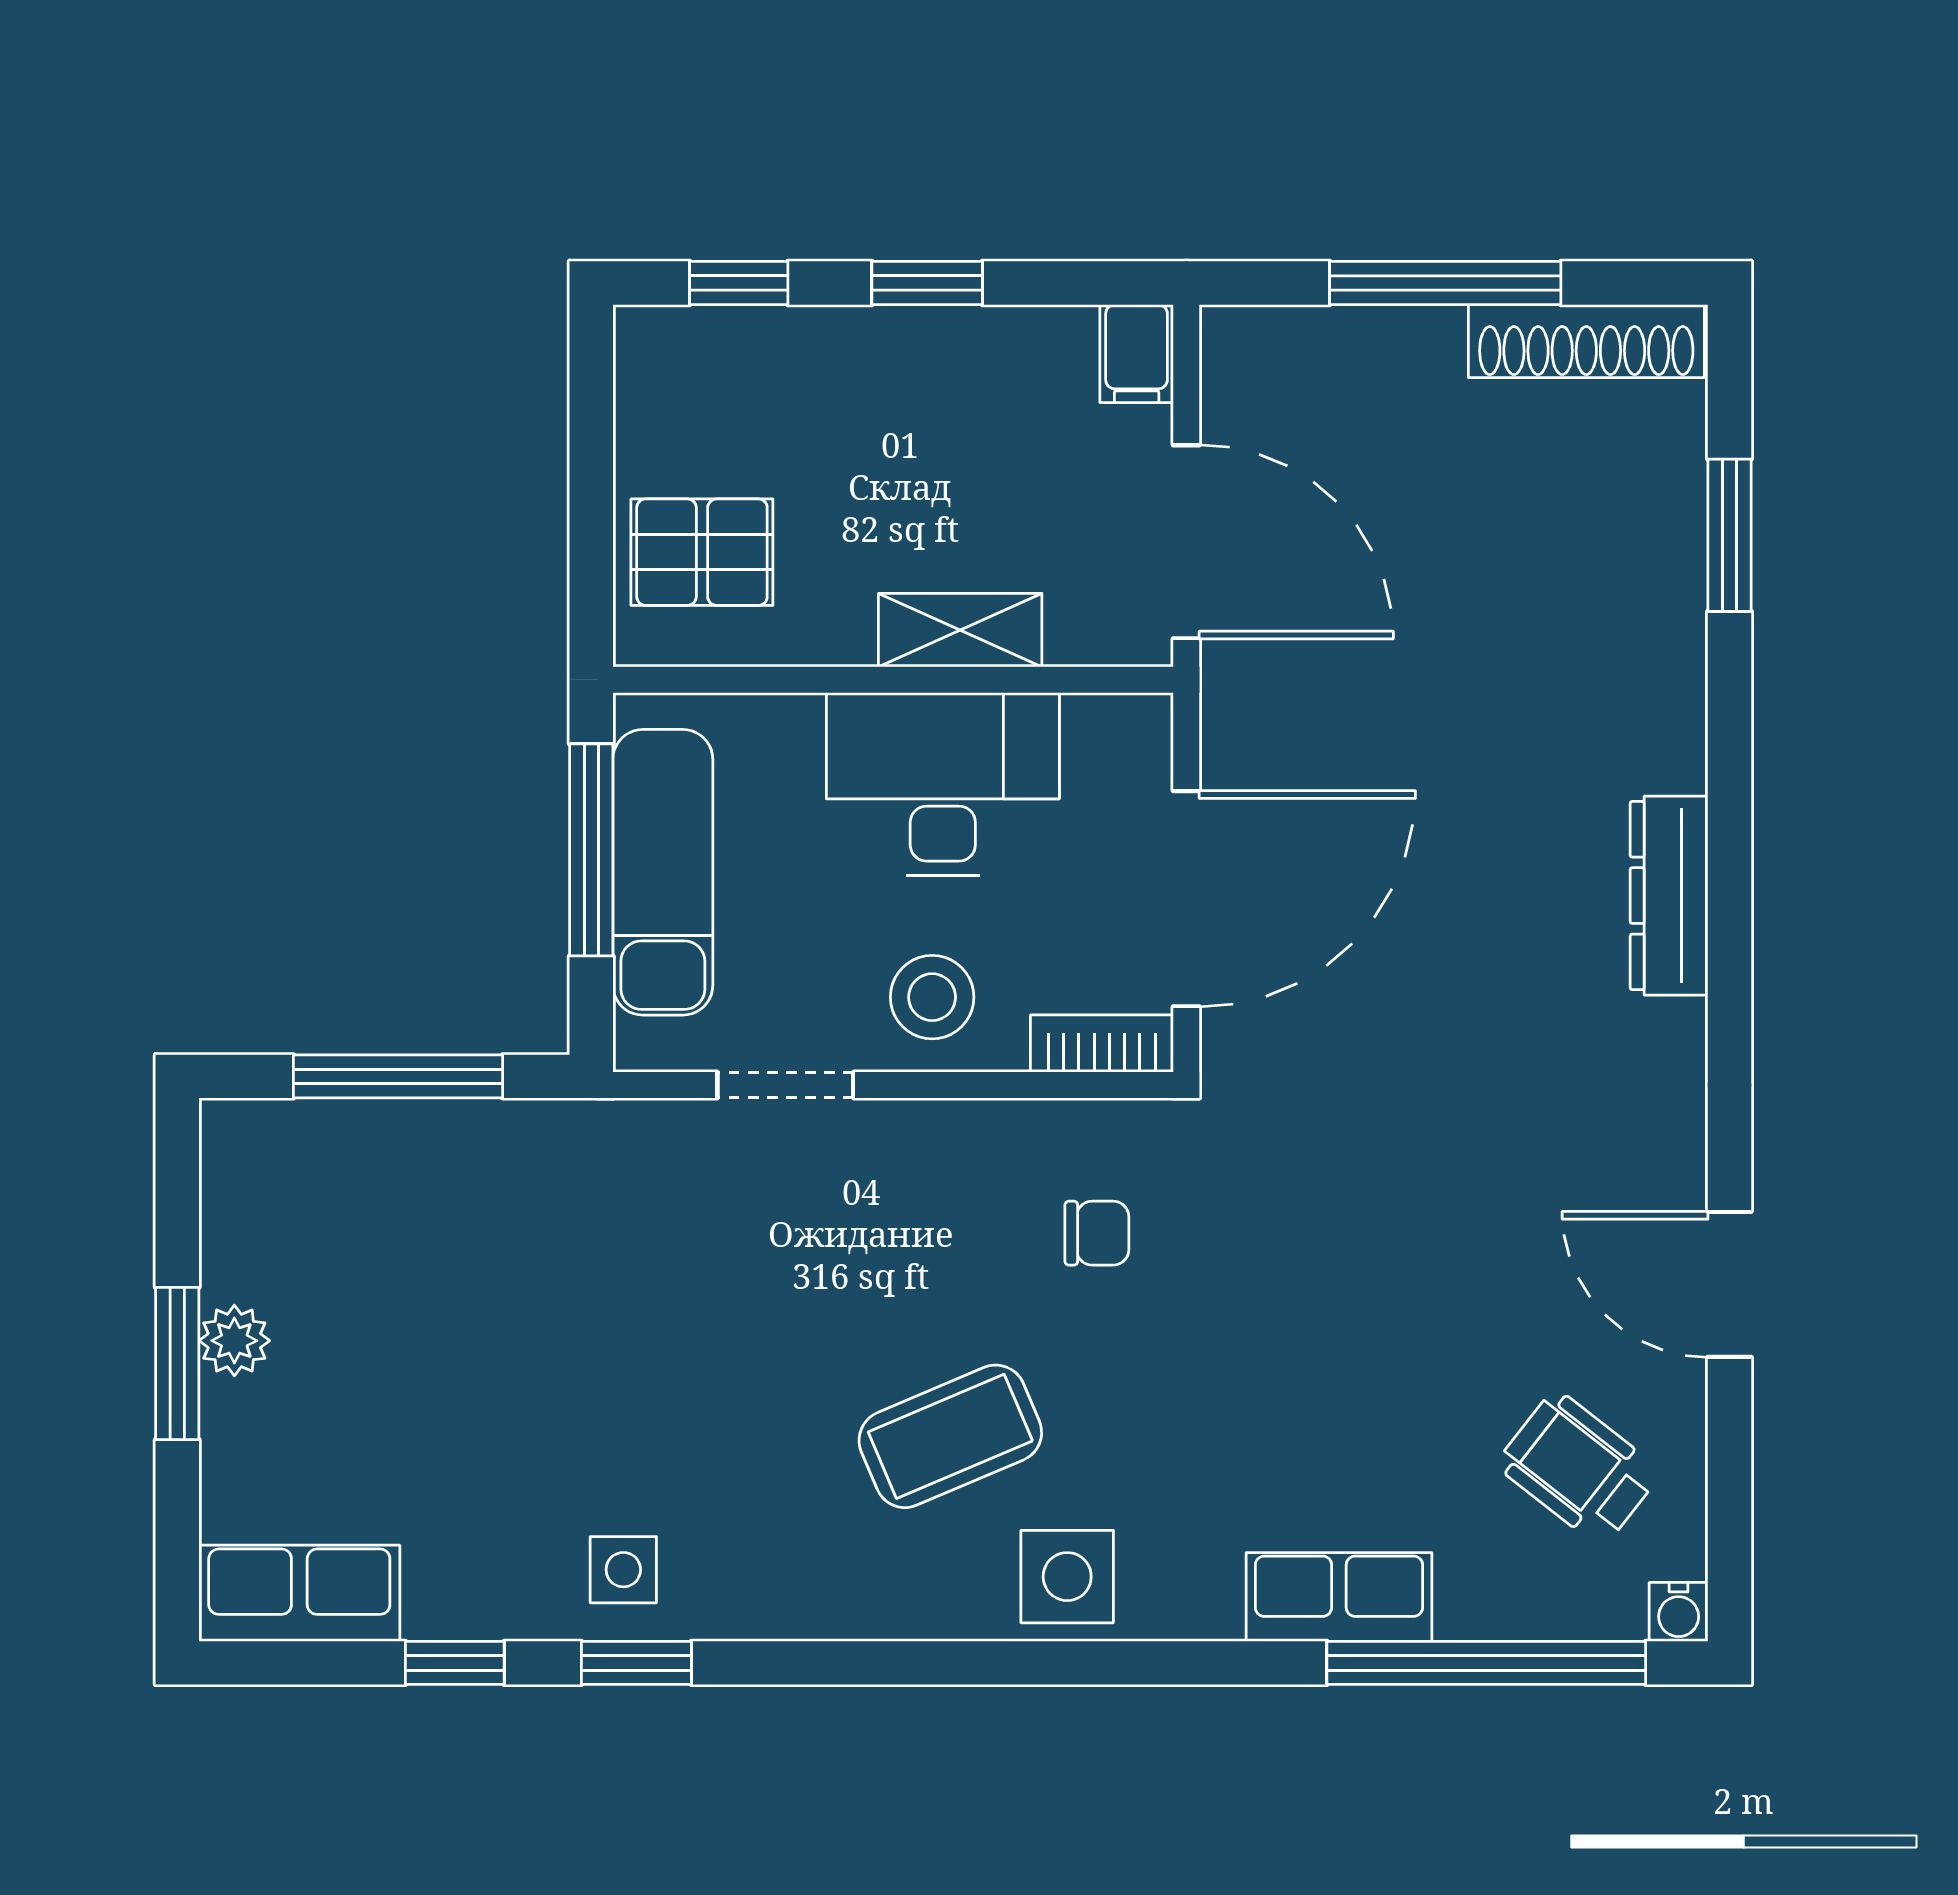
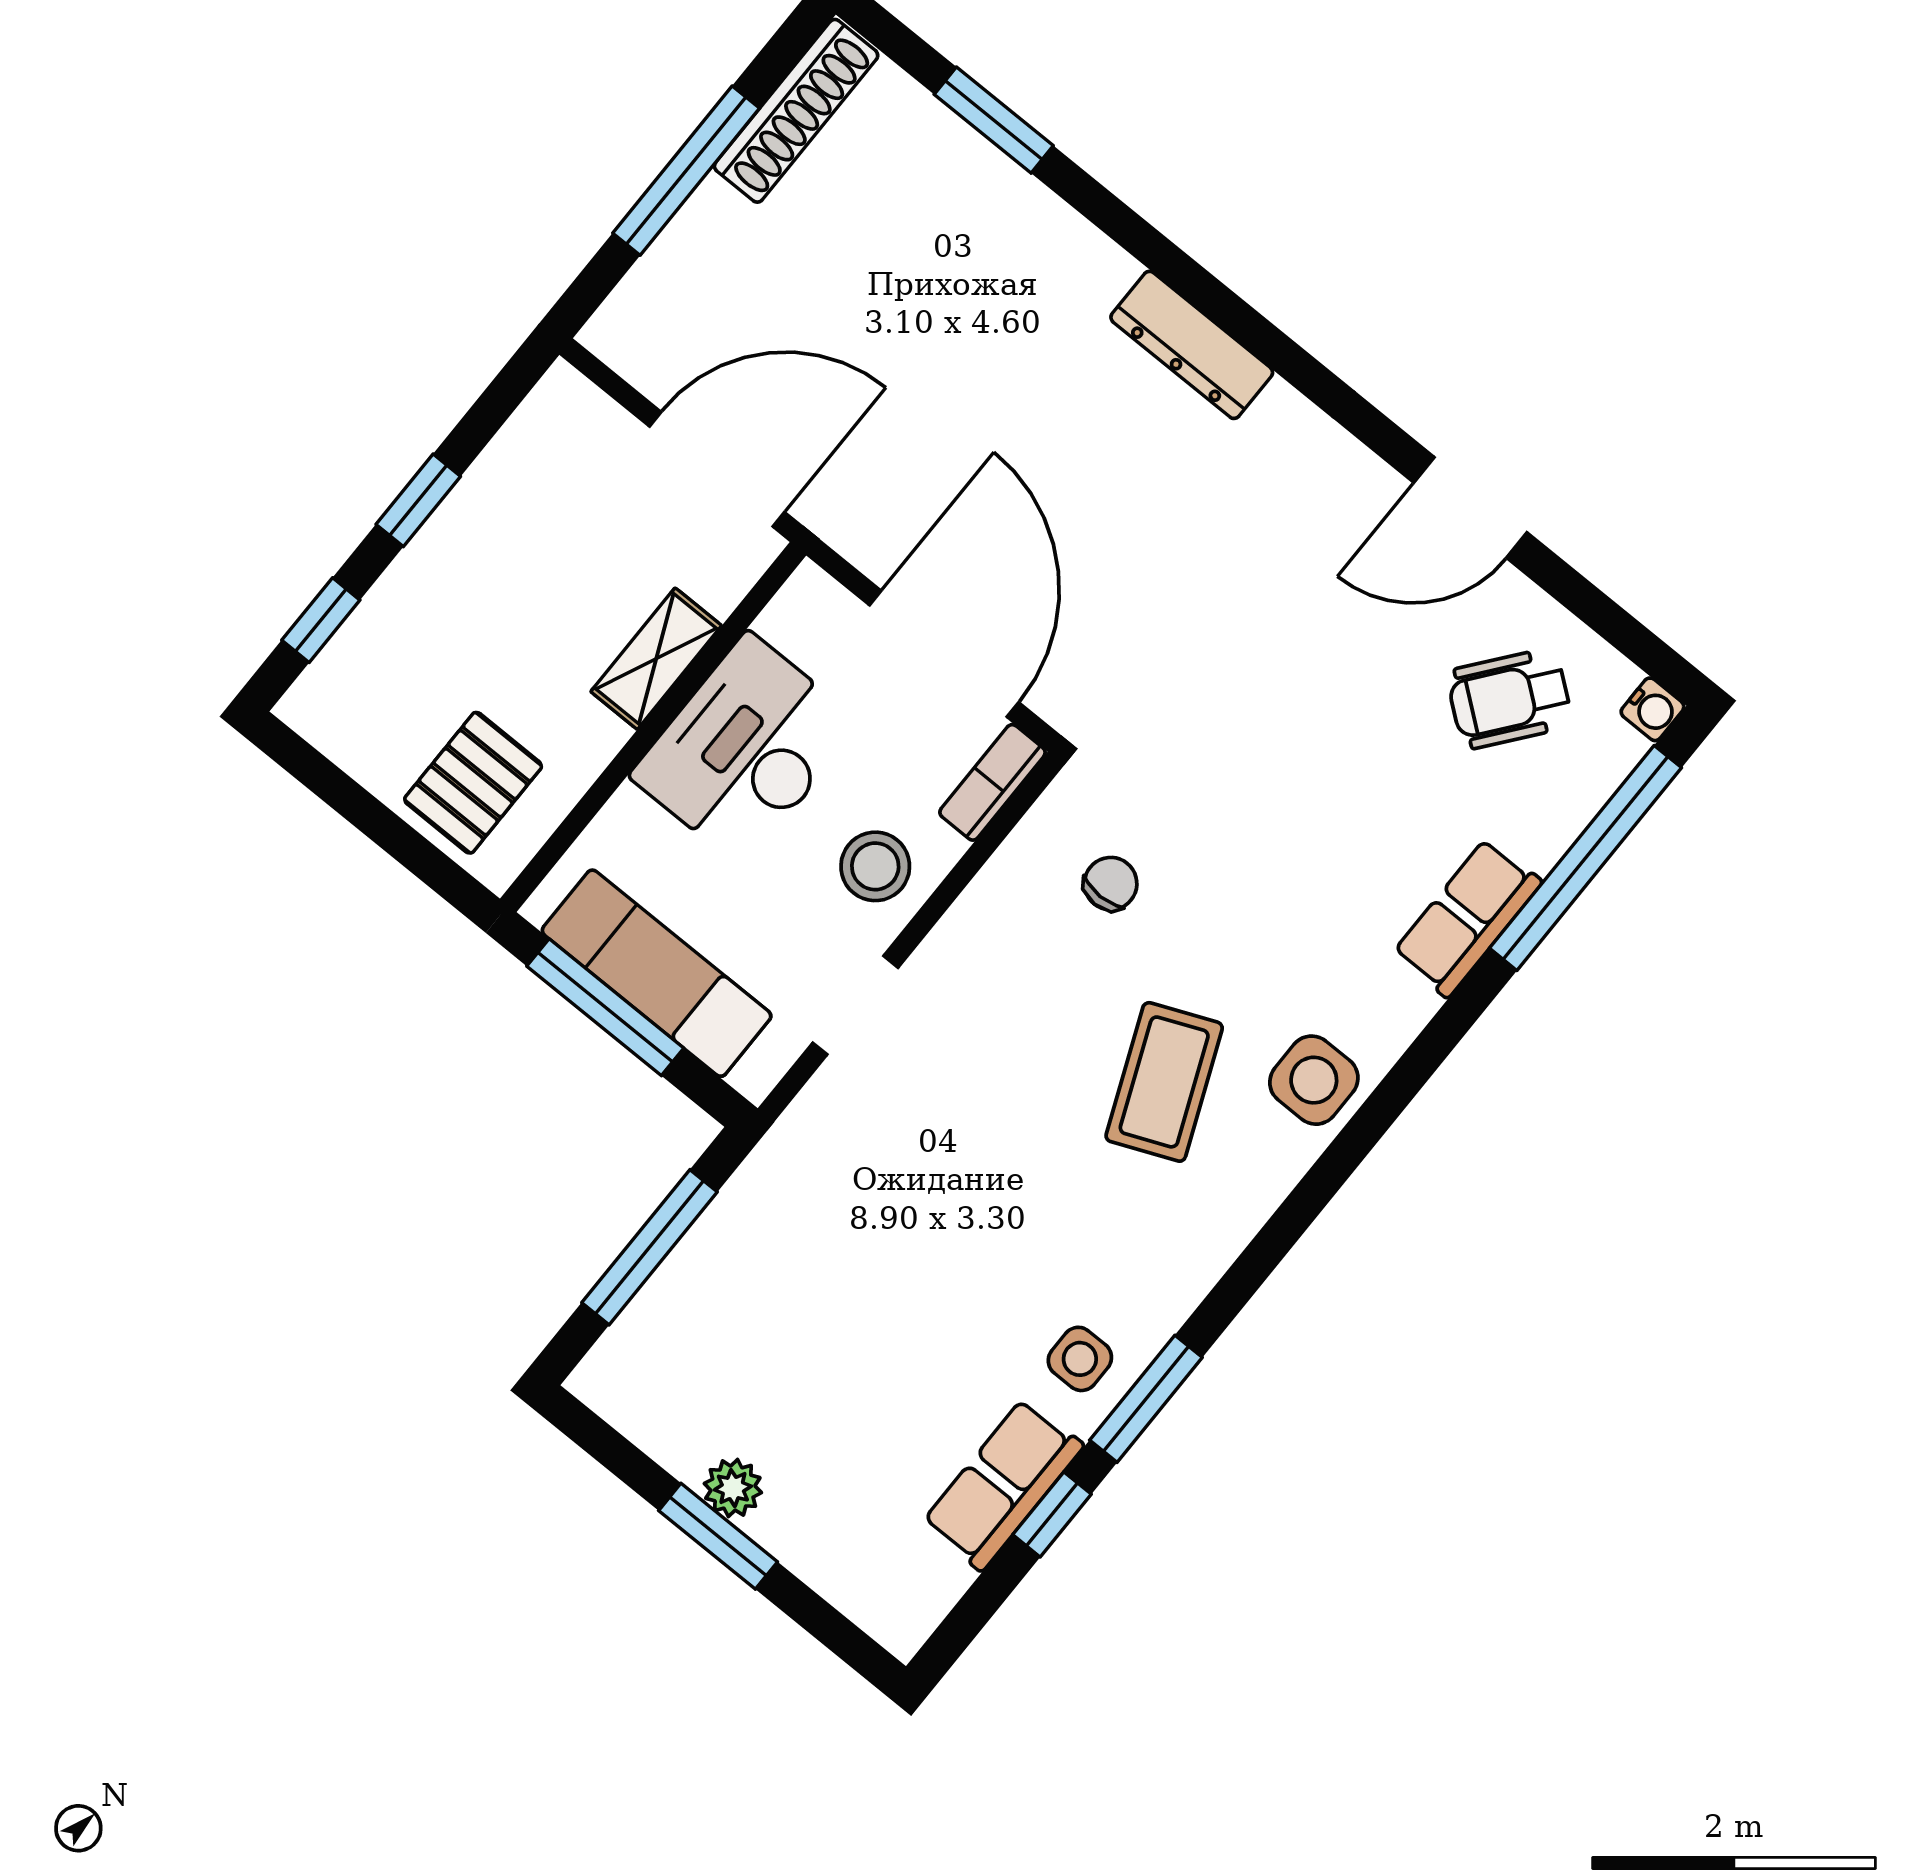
filing cabinet: (1137, 354) -> (571, 403), removed
row of seats: (299, 1593) -> (1003, 1484), moved
window: (636, 1663) -> (1146, 1399), width x1.50

